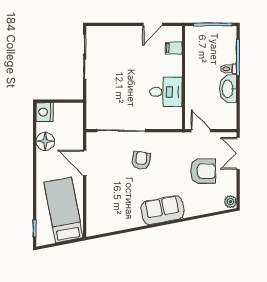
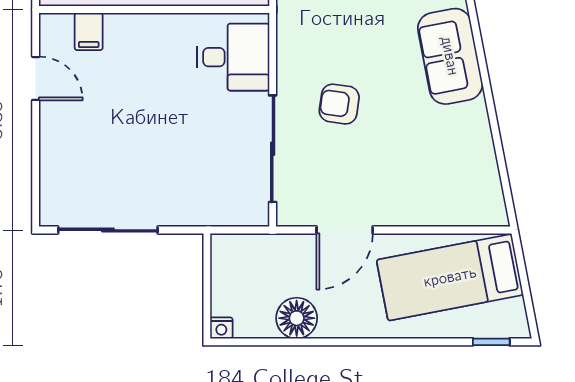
desk: (166, 92) -> (233, 57), moved, turned 90
nightstand: (45, 112) -> (221, 328), width x0.53, depth x0.56

